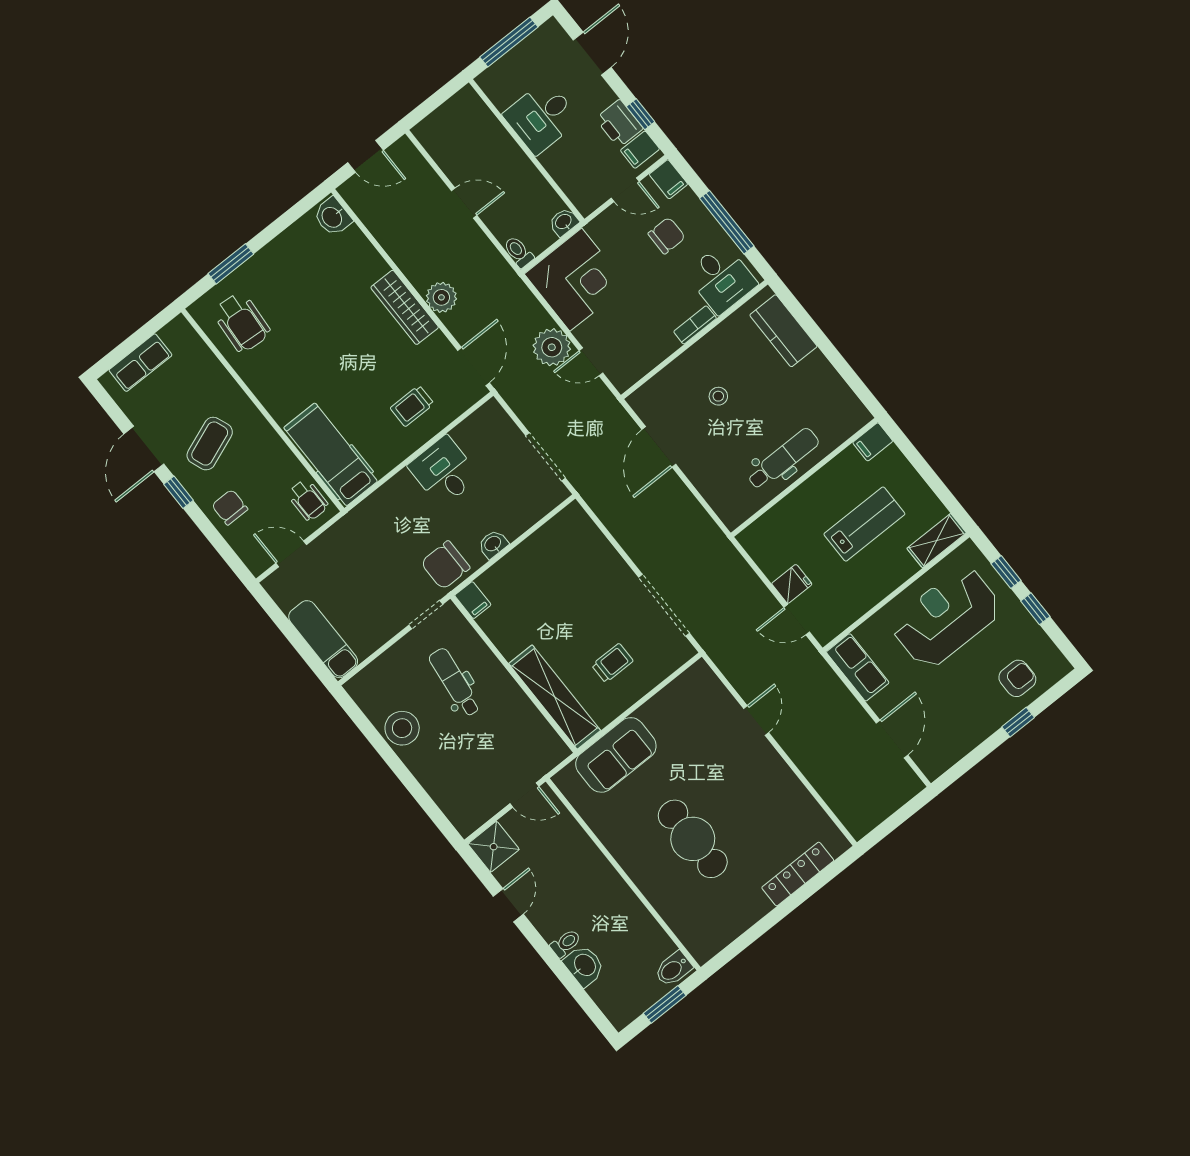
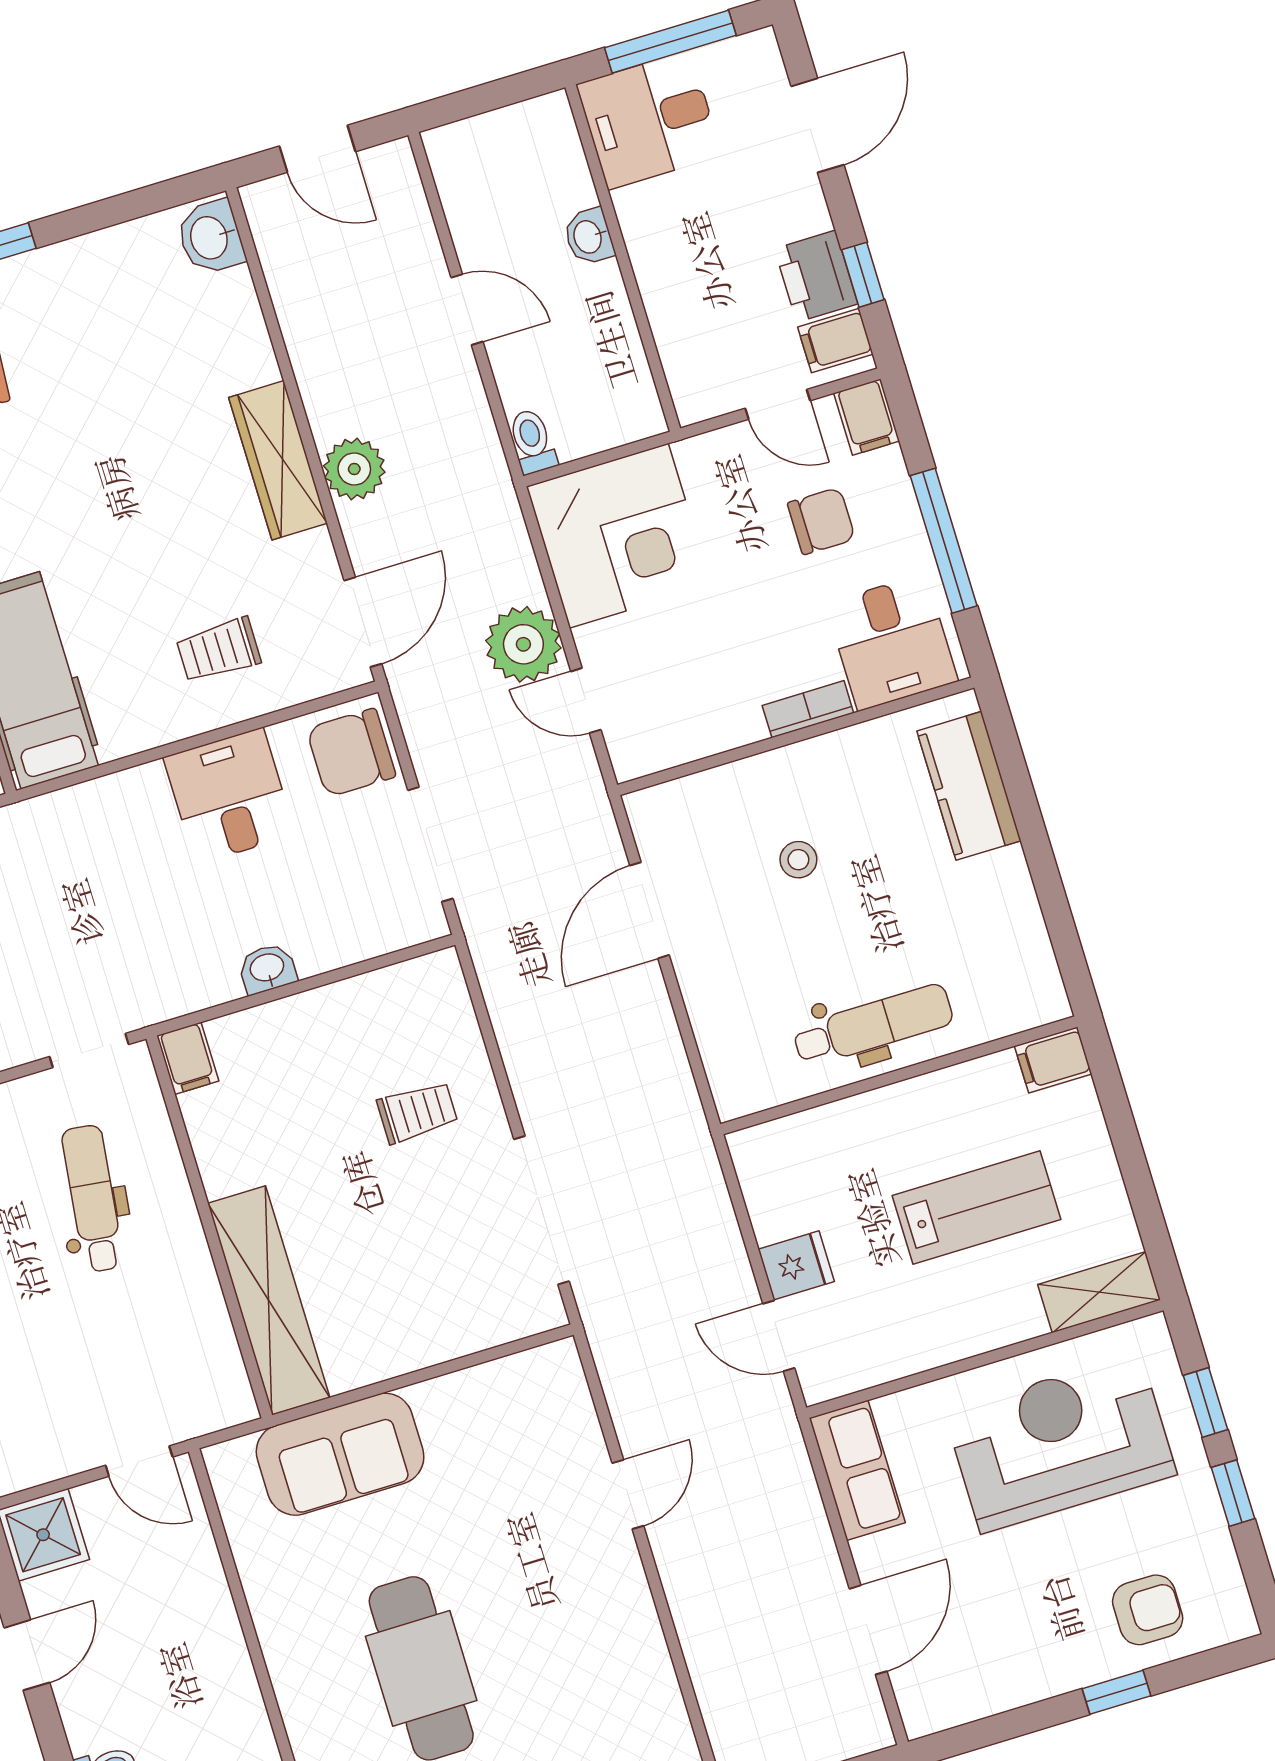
desk: (541, 117) -> (649, 120), moved
washbasin: (564, 222) -> (589, 237), moved, turned -90
chair: (445, 565) -> (351, 753), moved
trolley: (612, 663) -> (417, 1112), moved

